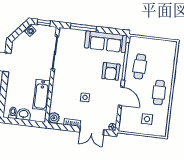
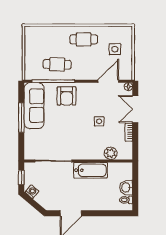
window: (83, 28) -> (21, 118), moved
armchair: (111, 71) -> (67, 96), turned 90
bathtub: (42, 95) -> (91, 170), moved
door: (121, 96) -> (108, 81), moved
plant: (54, 118) -> (111, 153), moved
double door: (92, 131) -> (135, 109), swing flipped

